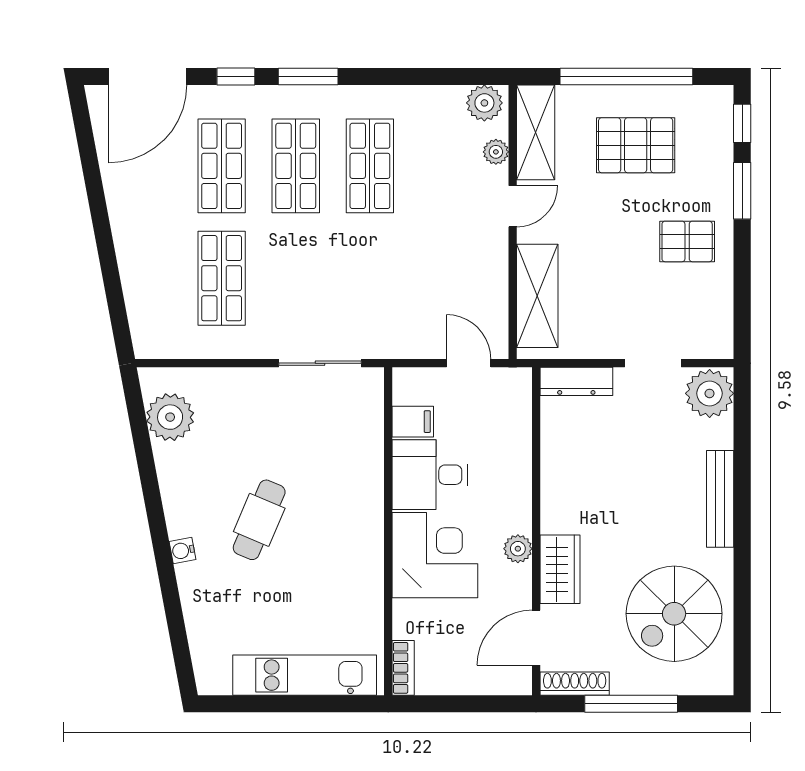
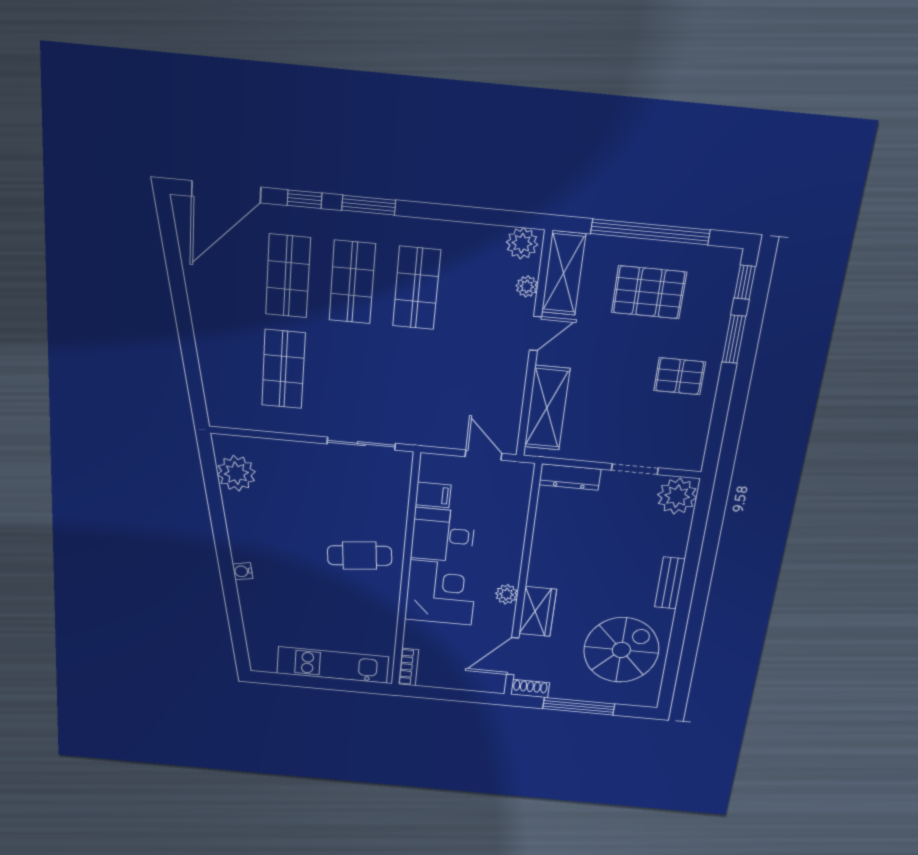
bench: (720, 499) -> (670, 583), width x0.73
cafe table: (259, 520) -> (360, 556), moved, turned 62
spiral stairs: (674, 614) -> (621, 650), turned 180
shoe rack: (575, 684) -> (530, 689), width x0.70

